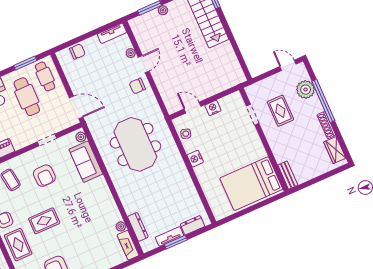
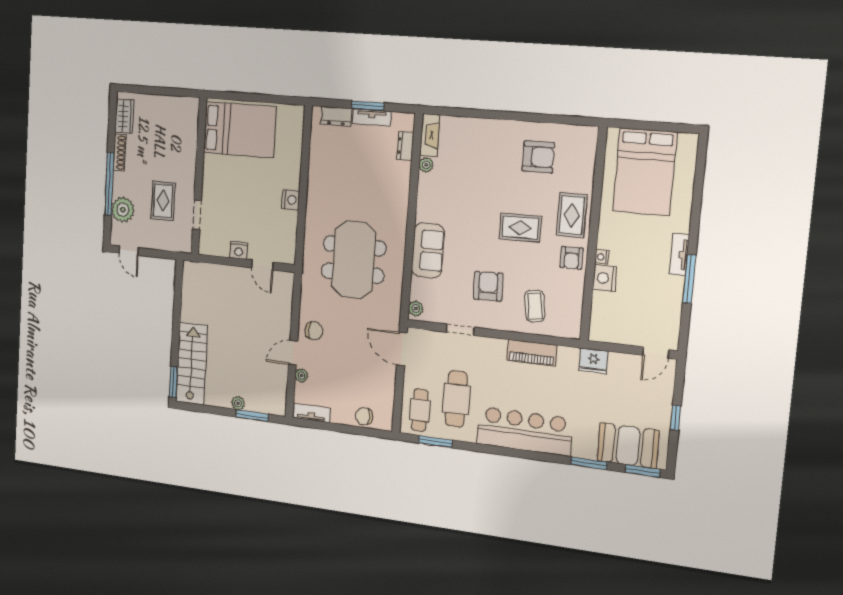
side table: (186, 134) -> (286, 237), removed
sofa: (86, 162) -> (428, 250), moved
bench: (288, 175) -> (192, 116), removed
dresser: (138, 227) -> (405, 146), width x0.70

